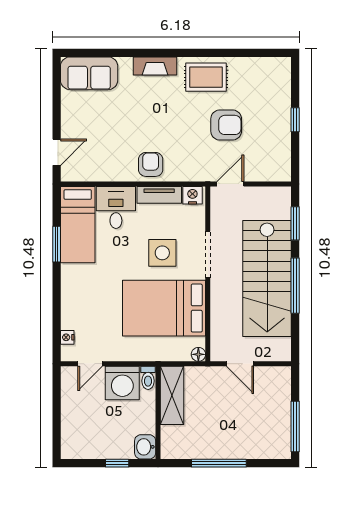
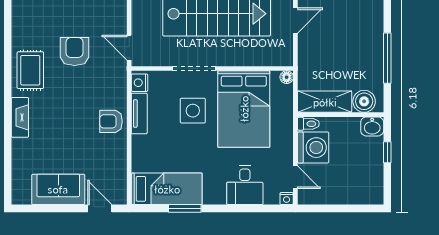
sofa: (89, 73) -> (58, 189), moved, turned -90
desk: (116, 208) -> (245, 185), moved, turned -90
nightstand: (67, 337) -> (287, 199), moved
door: (240, 364) -> (295, 21), moved
boiler: (172, 438) -> (364, 101), added

